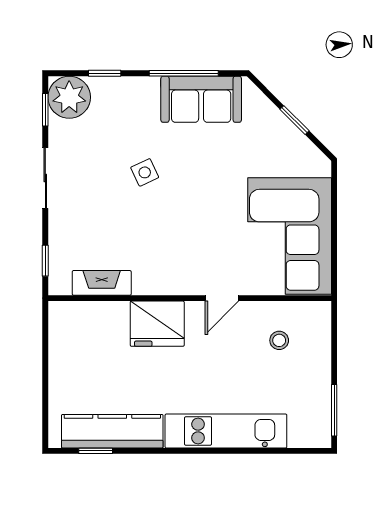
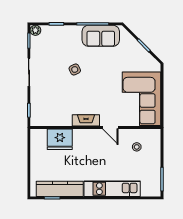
plant: (69, 97) -> (35, 30), width x0.53, depth x0.53
fireplace: (102, 283) -> (86, 120), moved
door: (222, 298) -> (110, 127), hinge flipped
fridge: (157, 324) -> (60, 139), moved

